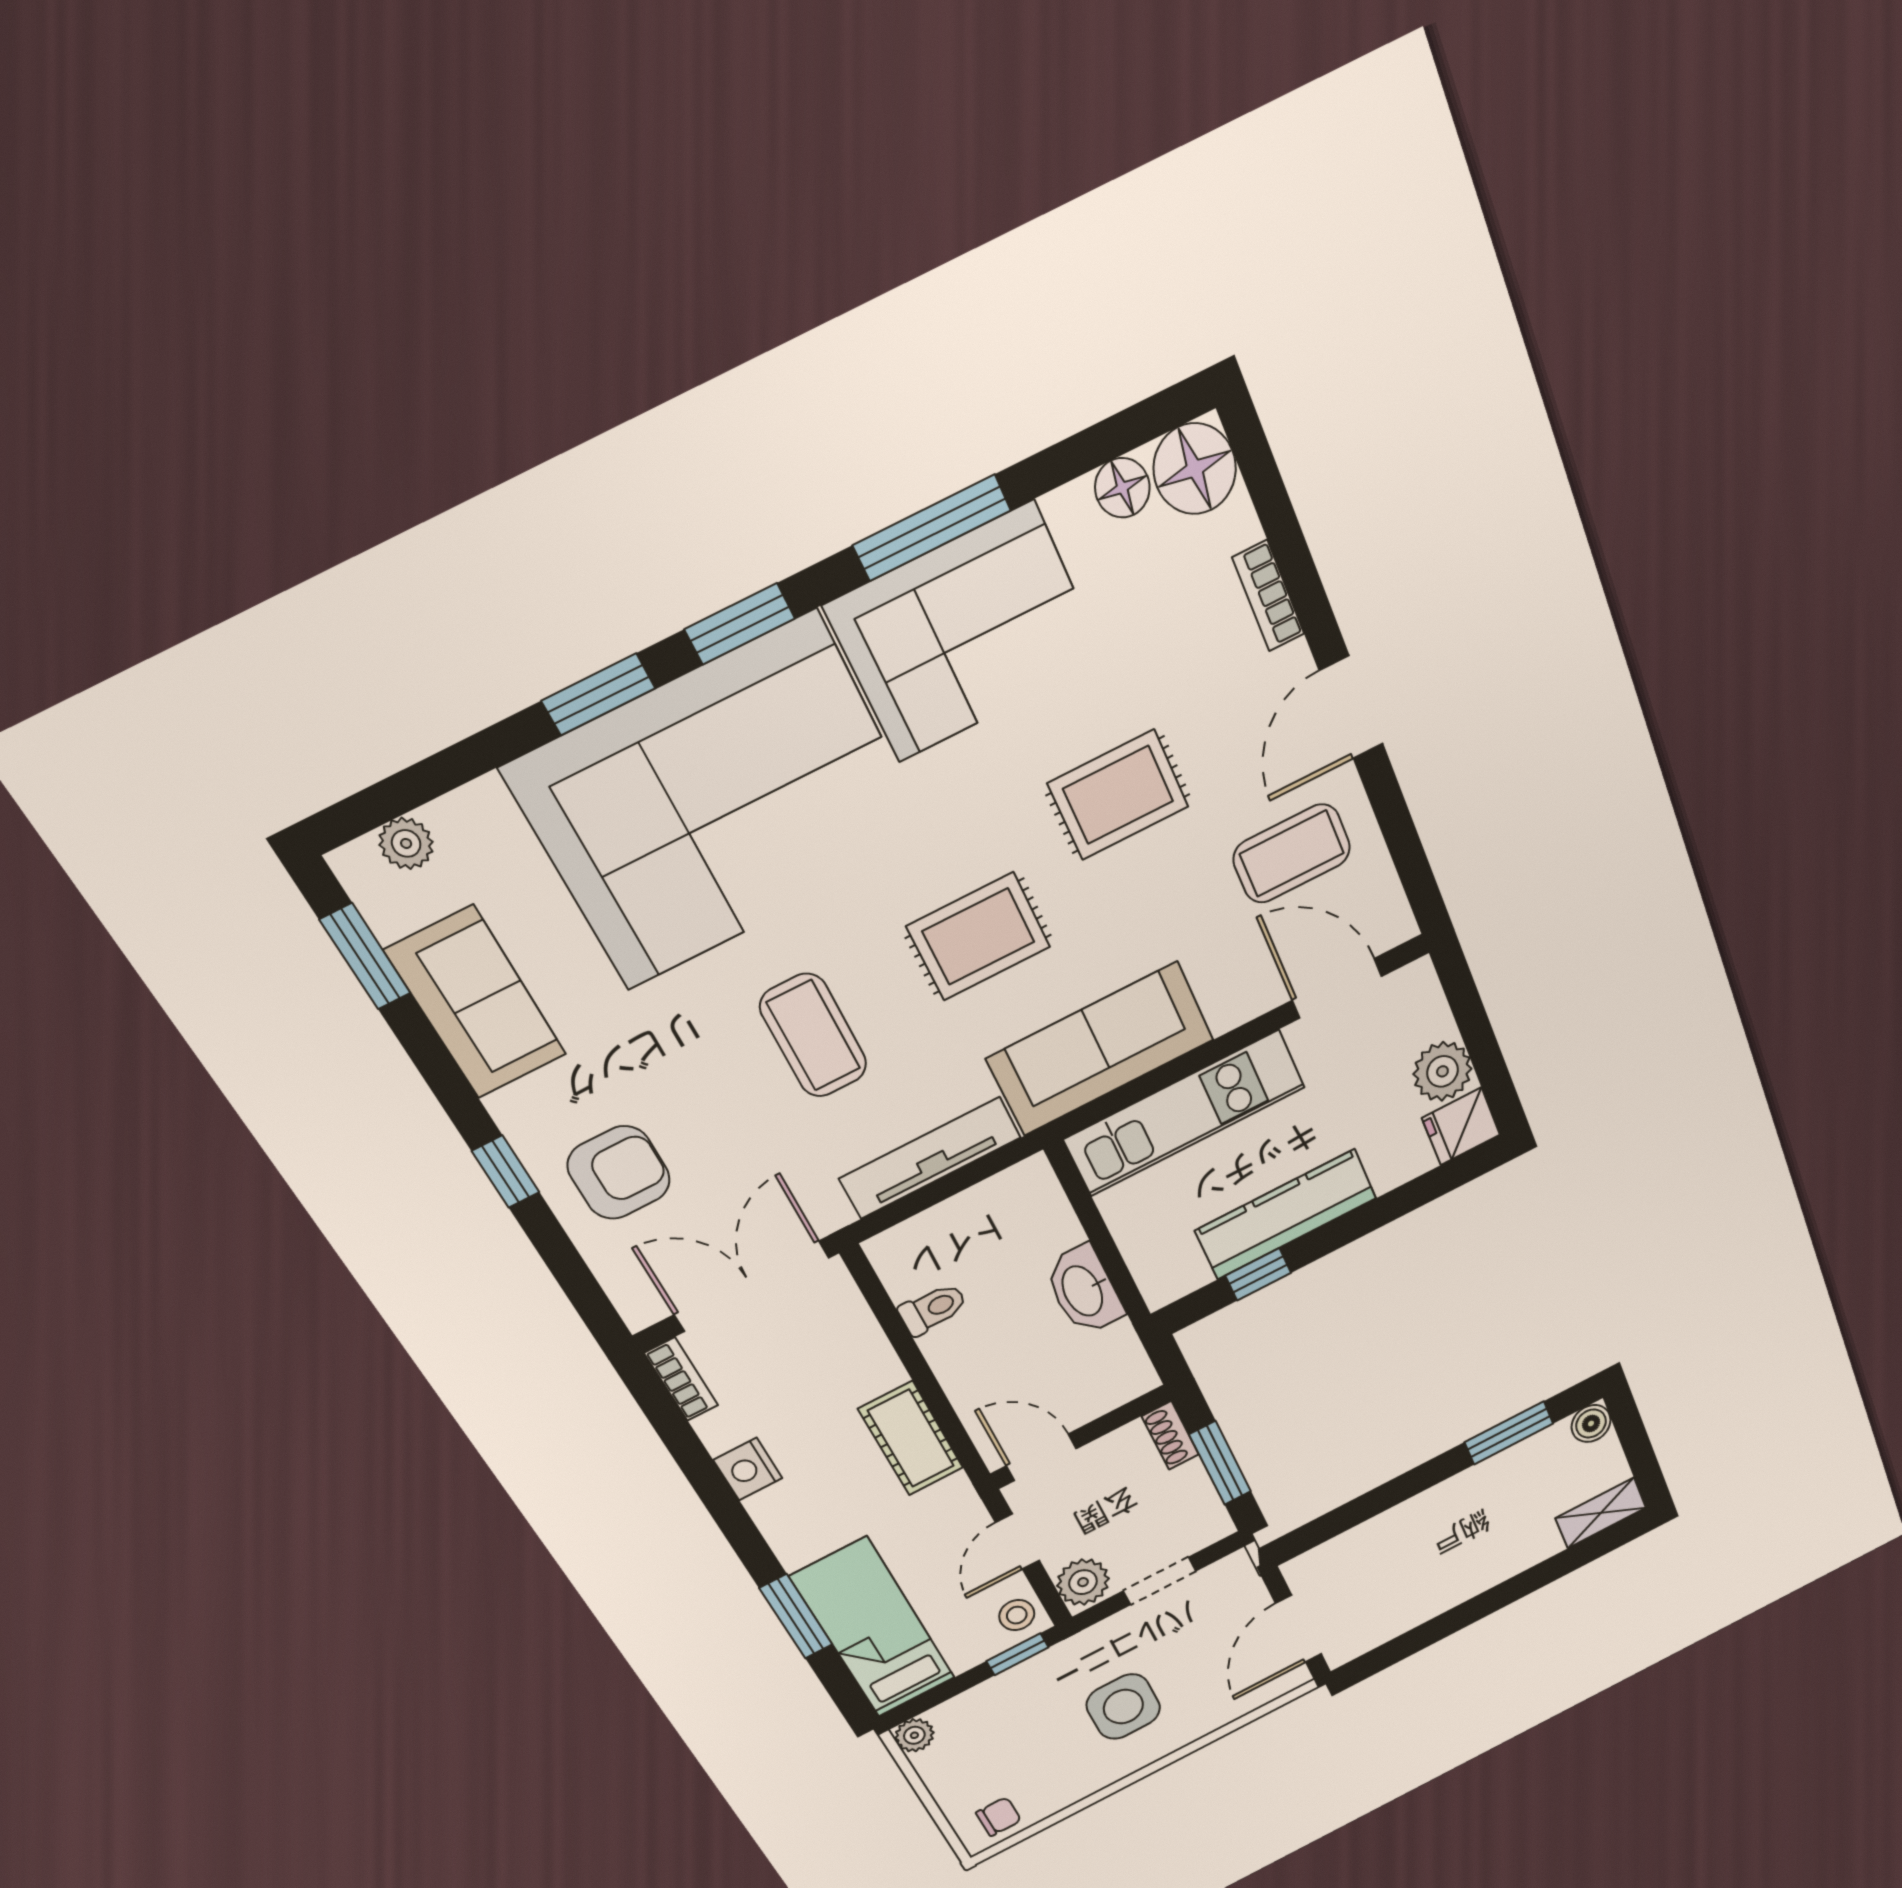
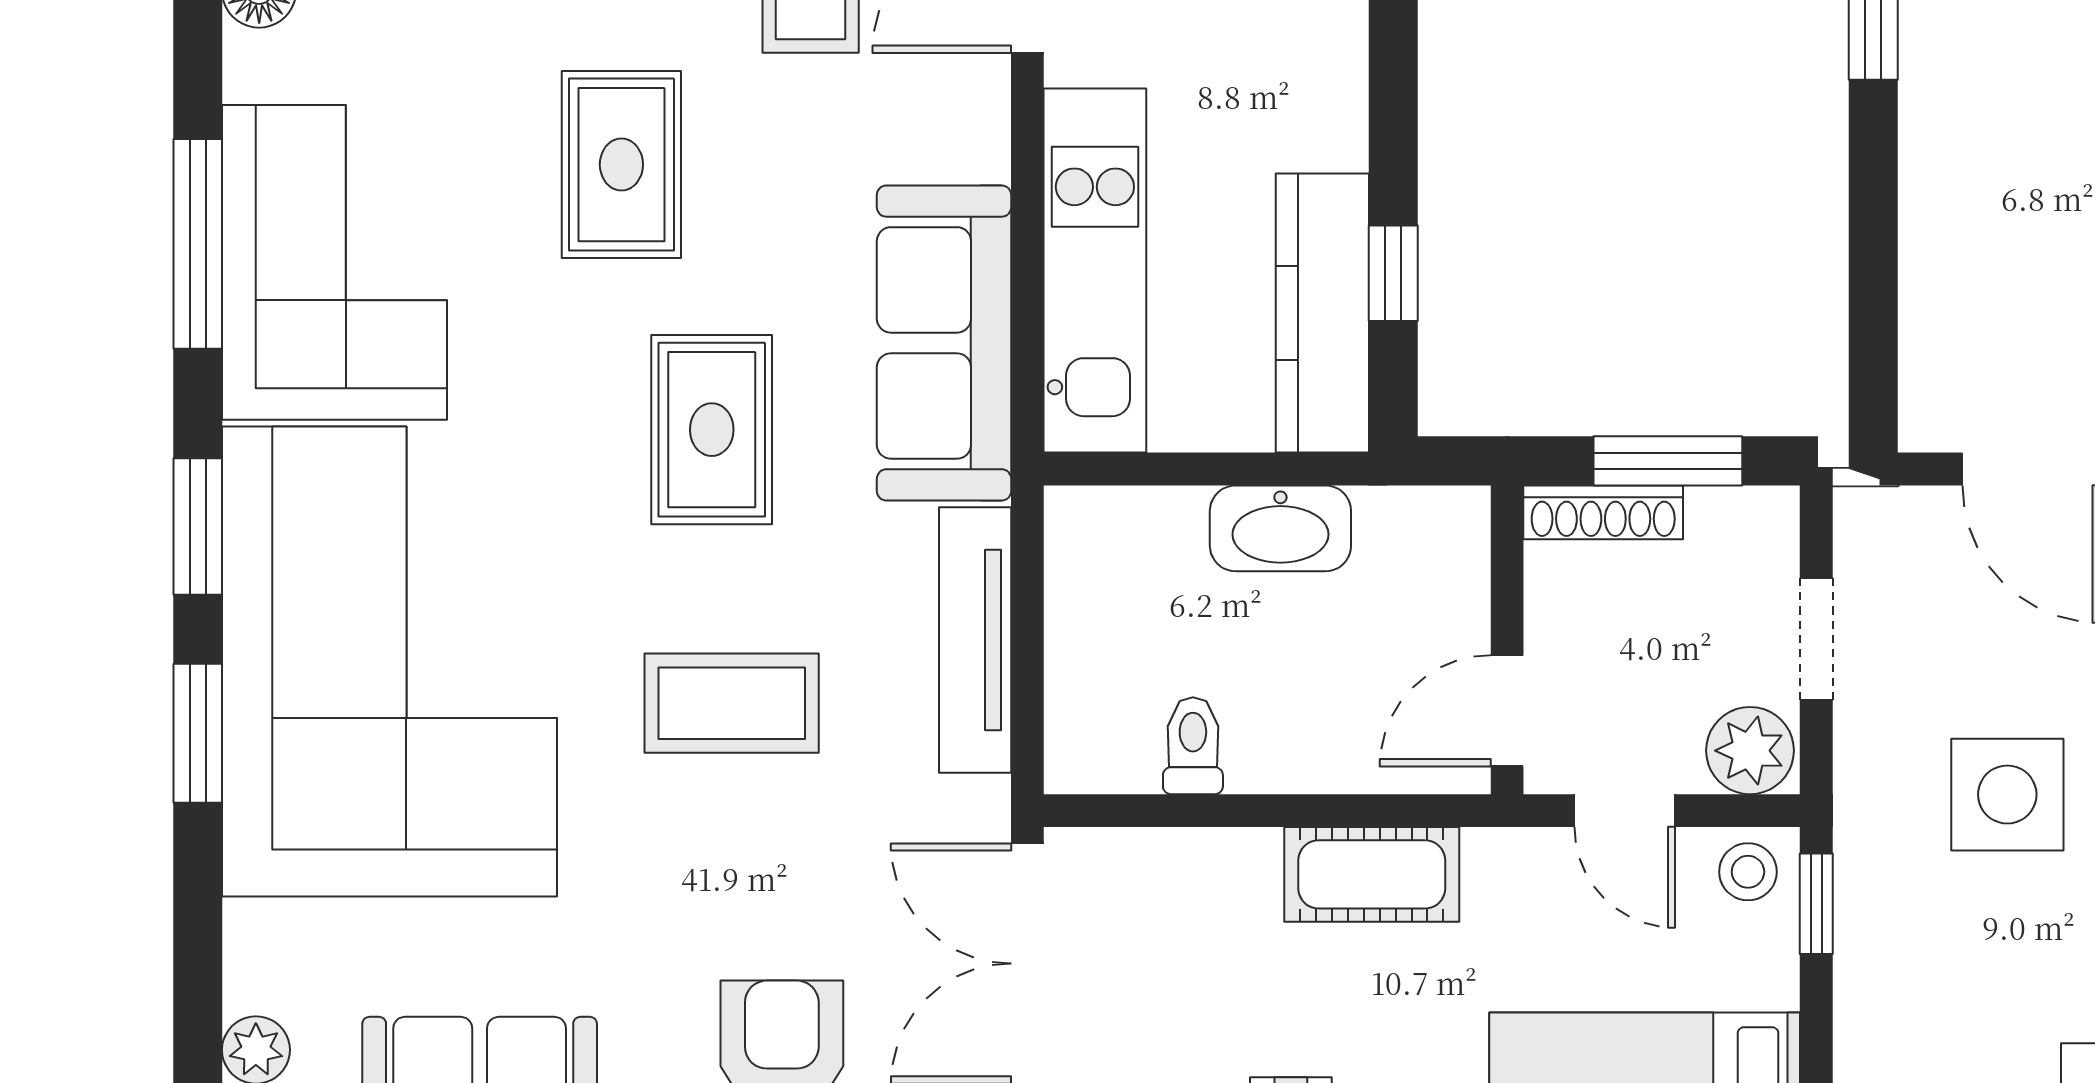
kitchen counter: (1286, 1214) -> (1322, 313), moved
shoe rack: (1170, 1435) -> (1603, 512), width x1.43

